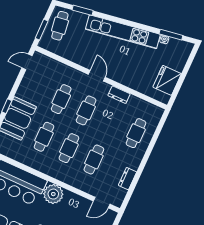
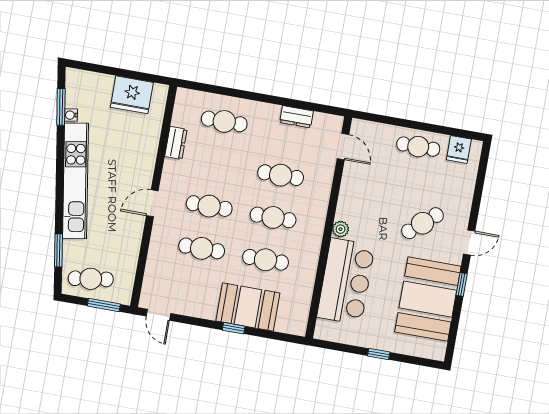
dresser: (119, 95) -> (176, 143), moved
plant: (53, 194) -> (341, 229), width x0.53, depth x0.53

